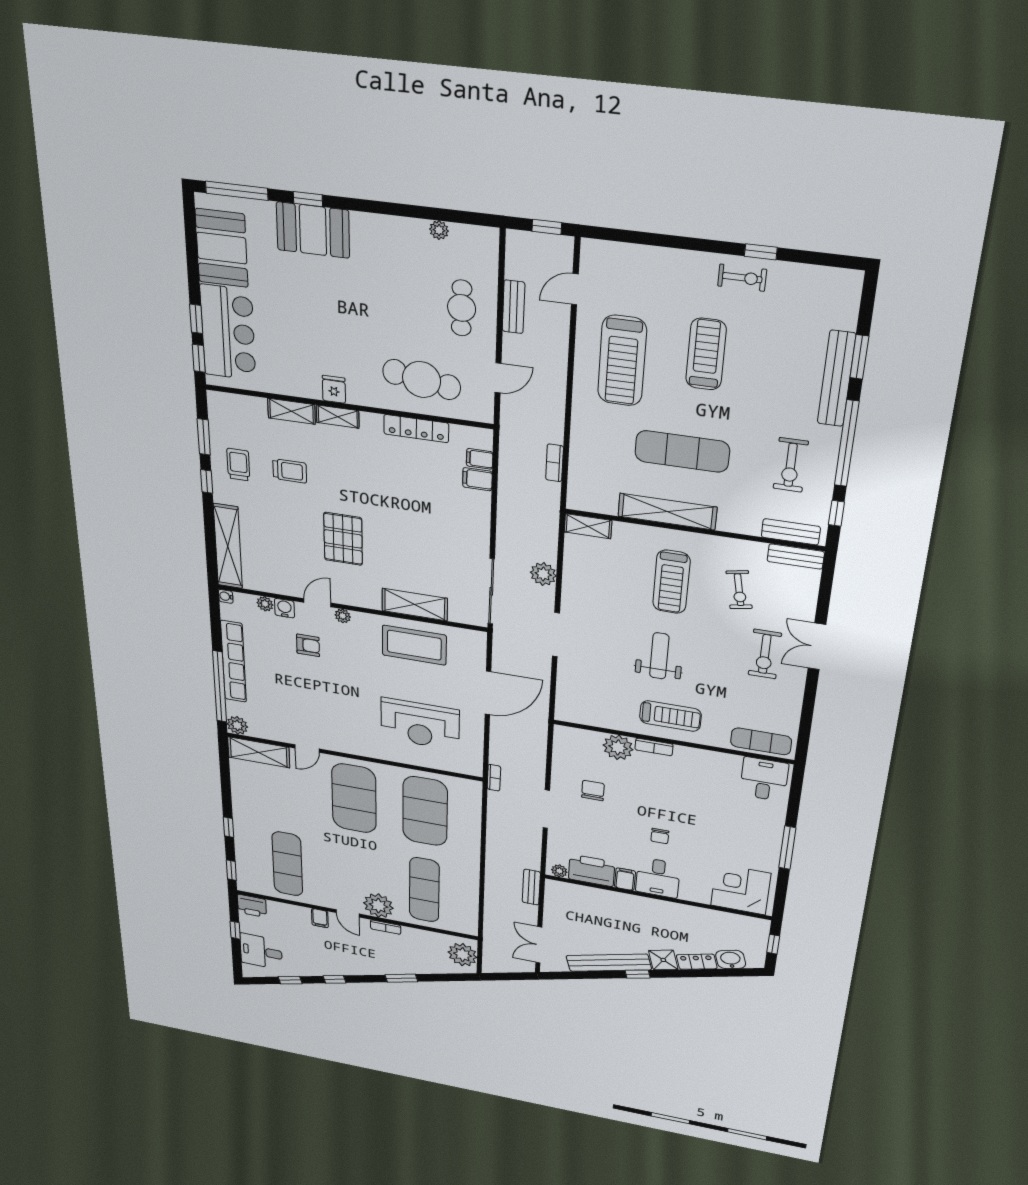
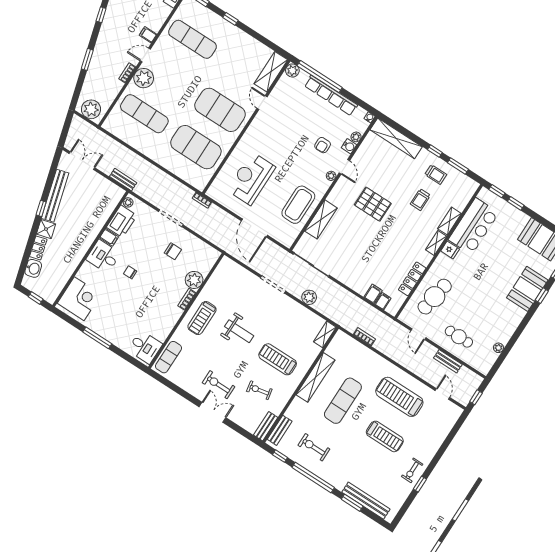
bar counter: (228, 333) -> (474, 226), moved, turned -90
bench: (836, 379) -> (366, 501), moved

